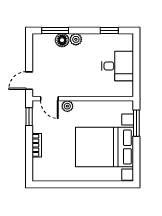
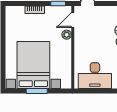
desk: (118, 66) -> (95, 76), width x1.37
window: (136, 123) -> (37, 91), moved

